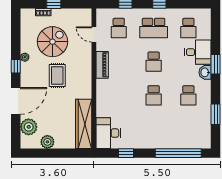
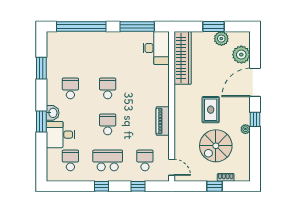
door: (94, 34) -> (172, 167), moved
window: (55, 153) -> (214, 27), added
window: (126, 153) -> (137, 27), width x2.17

